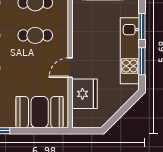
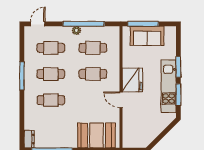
door: (70, 68) -> (121, 100), hinge flipped
fridge: (85, 94) -> (132, 80), moved

